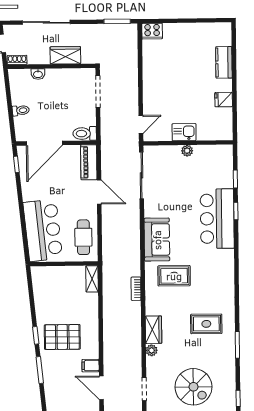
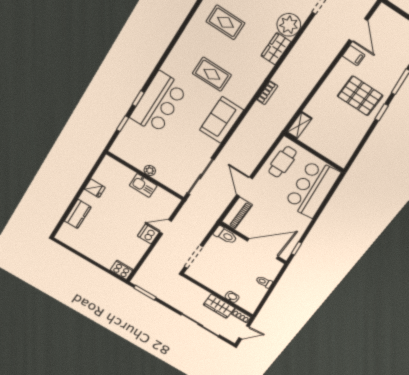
wardrobe: (65, 55) -> (219, 306), moved
dishwasher: (151, 86) -> (148, 234), added
door: (141, 124) -> (166, 227), moved
rug: (174, 276) -> (212, 74), moved
plant: (152, 350) -> (289, 25), width x1.88, depth x1.88

